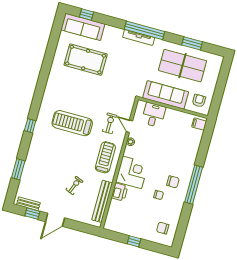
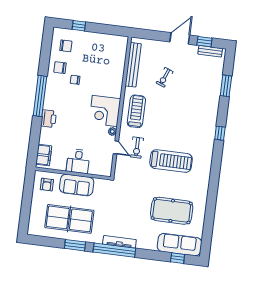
window: (192, 43) -> (75, 245), moved
sofa: (166, 95) -> (77, 185), width x0.73
desk: (154, 115) -> (78, 161), moved
treadmill: (72, 123) -> (171, 161), moved
filing cabinet: (199, 124) -> (44, 155), width x2.00
treadmill: (105, 157) -> (136, 111), turned 180
corner desk: (132, 172) -> (105, 111), moved
chair: (173, 182) -> (60, 68), moved
printer: (120, 192) -> (49, 119), moved, turned 180
window: (134, 241) -> (79, 26), moved

